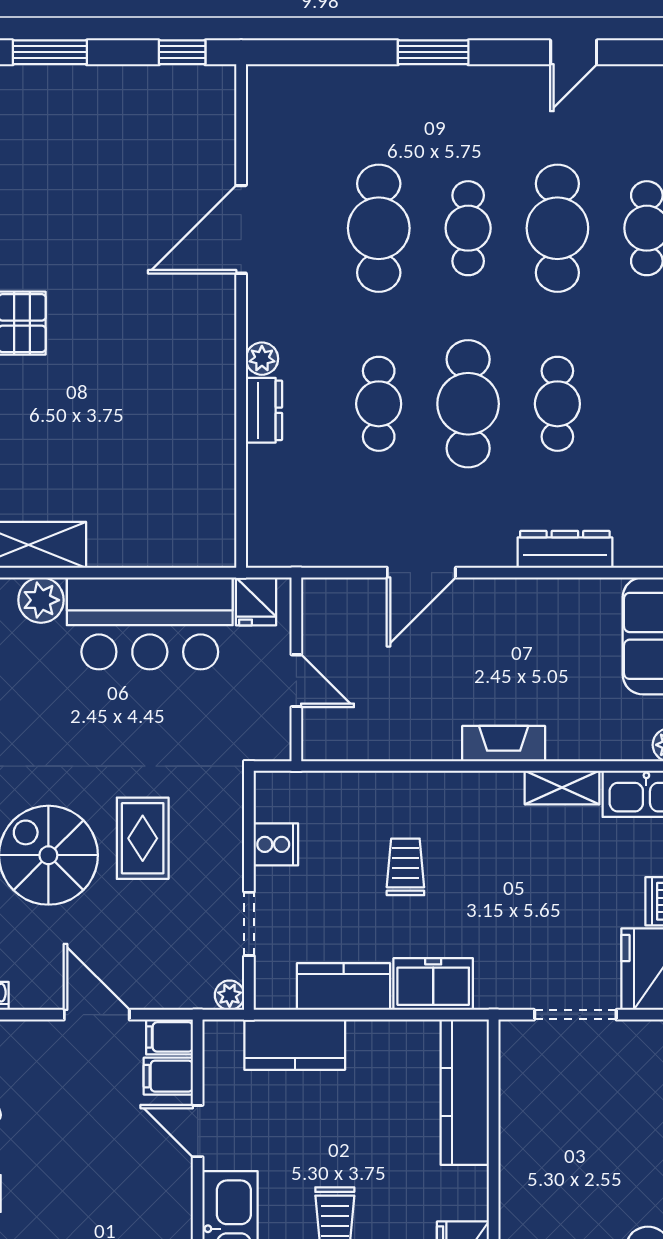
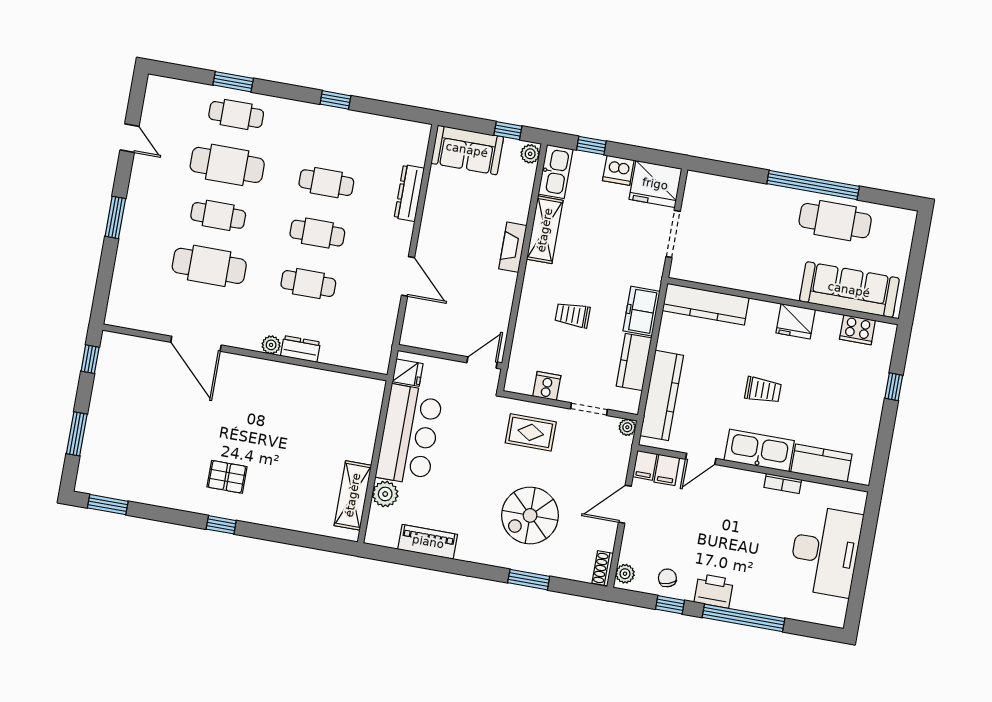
cafe table: (468, 404) -> (317, 233), width x0.73, depth x0.74
door: (296, 681) -> (482, 362), moved
shelving: (562, 788) -> (545, 230), width x1.50, depth x1.33
rug: (143, 838) -> (531, 432), moved
kitchen counter: (295, 1045) -> (662, 395), width x1.50

